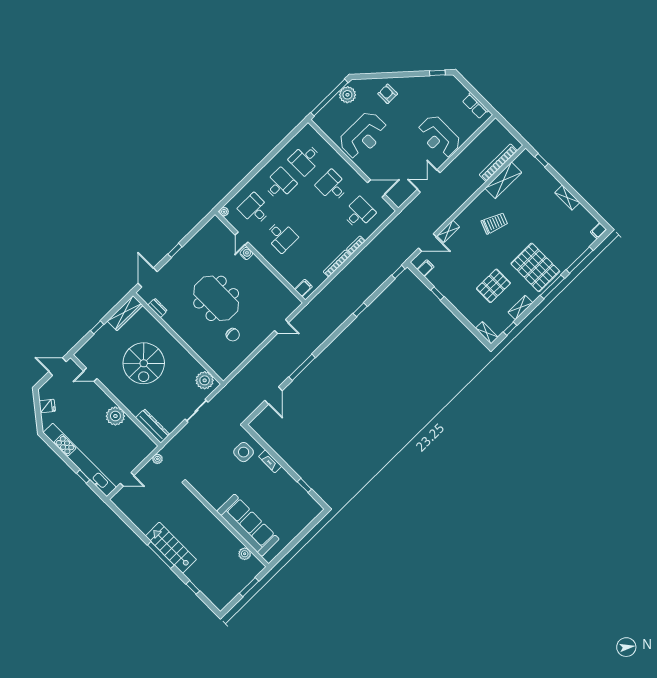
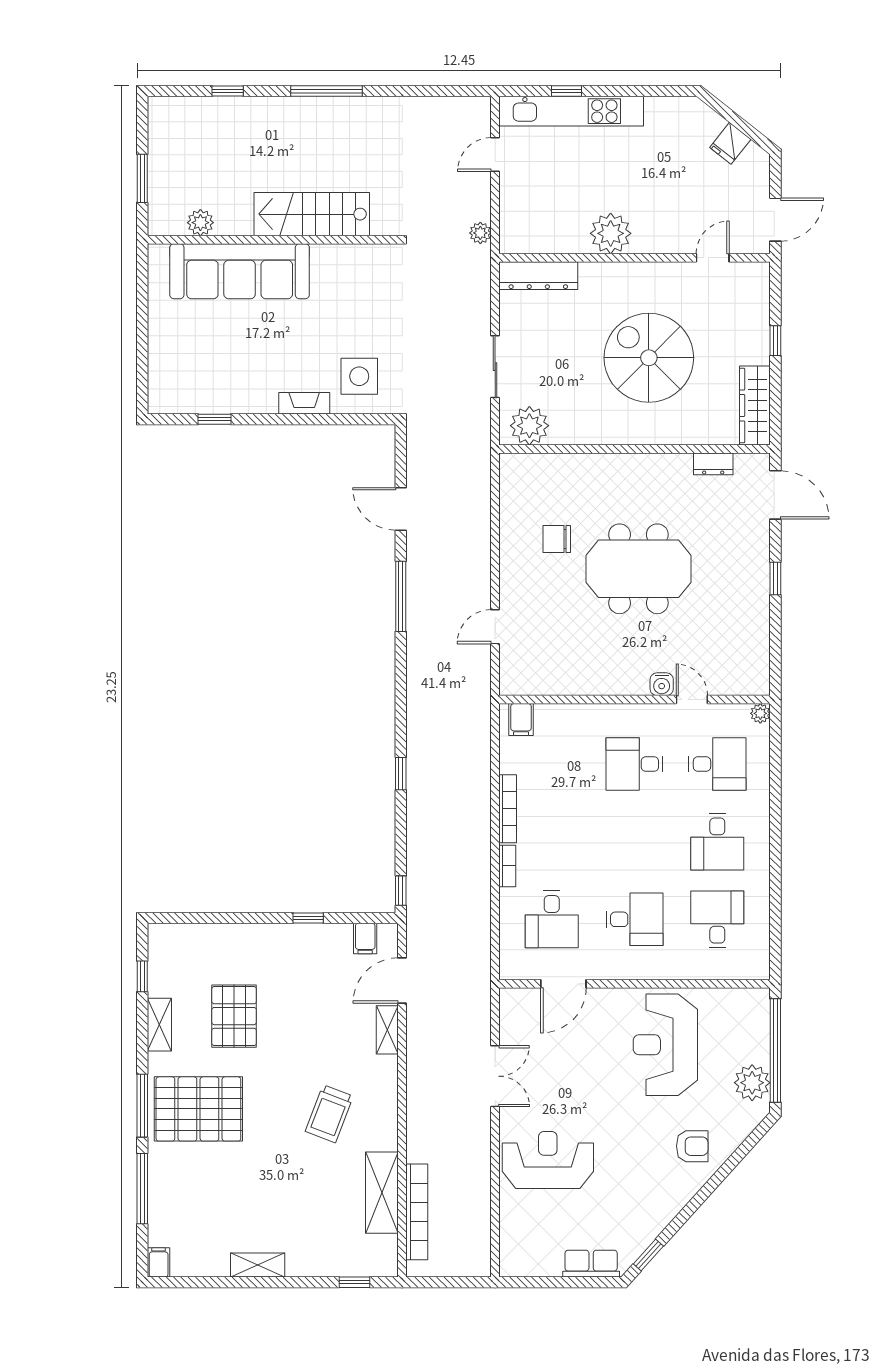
row of seats: (475, 106) -> (591, 1264), moved
shelving: (487, 333) -> (172, 934), removed
kitchen unit: (80, 460) -> (571, 111), width x0.73
stairs: (171, 548) -> (312, 214), moved, turned 180

